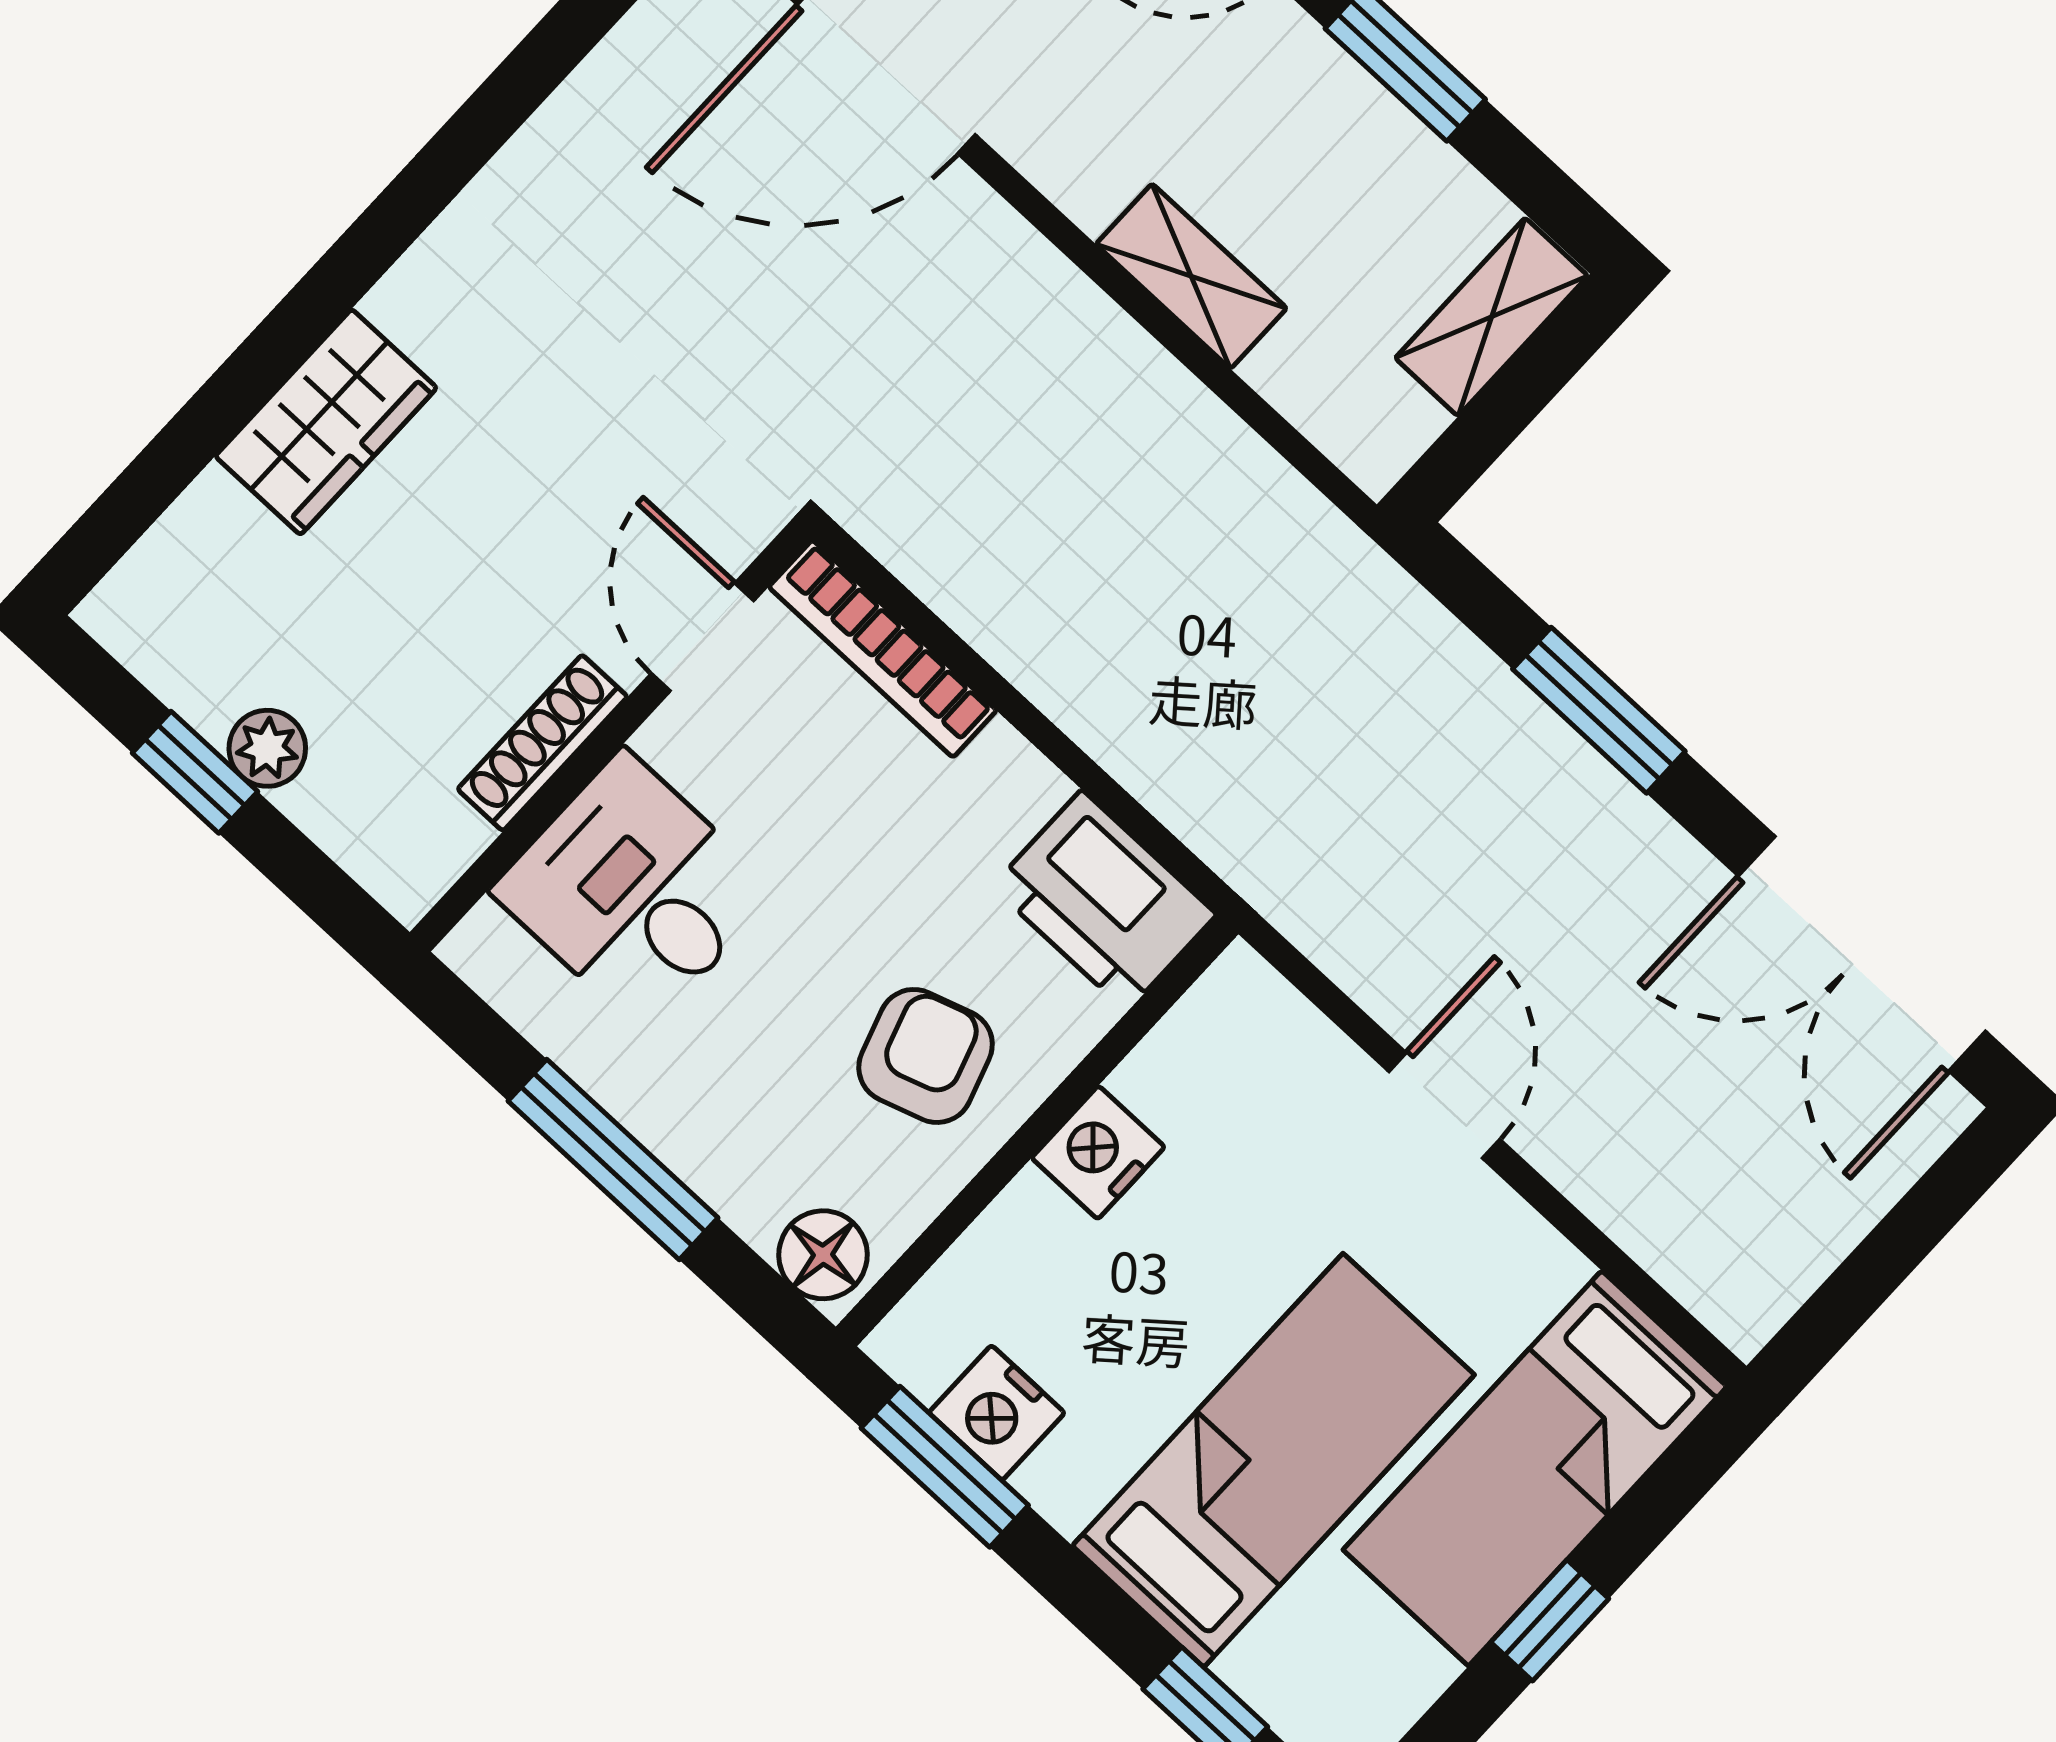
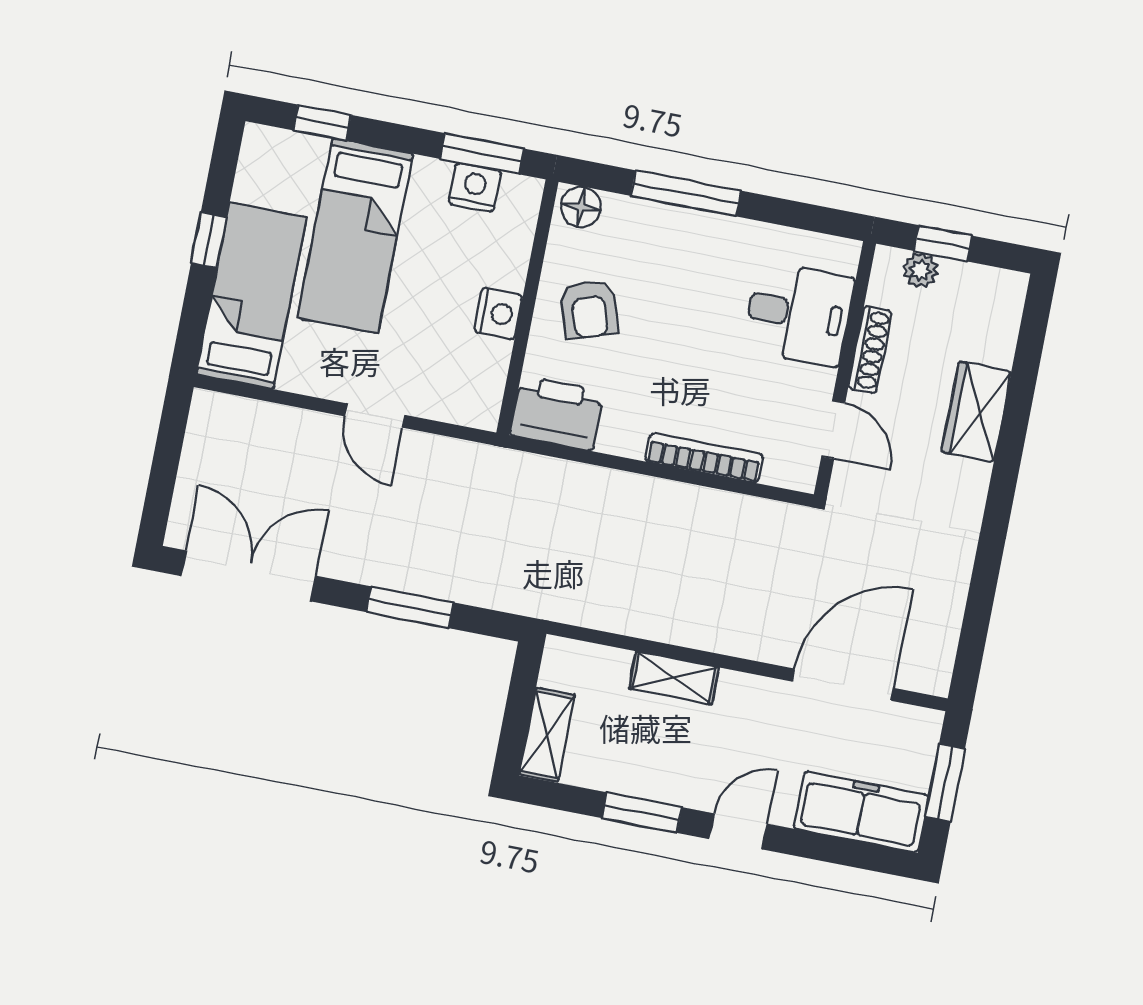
door: (703, 637) -> (833, 430), moved
wall: (611, 736) -> (845, 369), moved
shoe rack: (542, 743) -> (870, 350), moved
desk: (634, 891) -> (798, 314), moved

